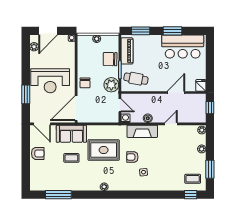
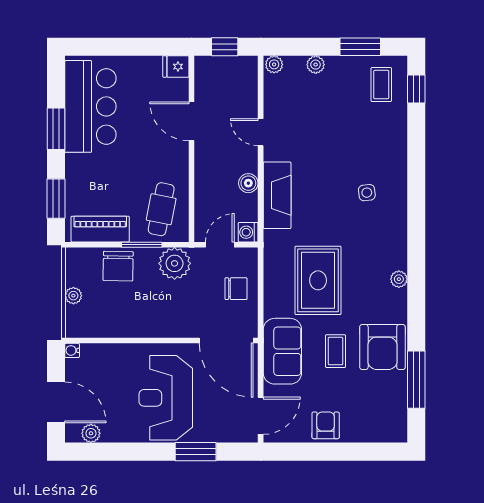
reception desk: (50, 81) -> (166, 398), turned 180
chair: (85, 83) -> (236, 289), moved
armchair: (132, 157) -> (382, 347), moved, width x1.88, depth x1.88

